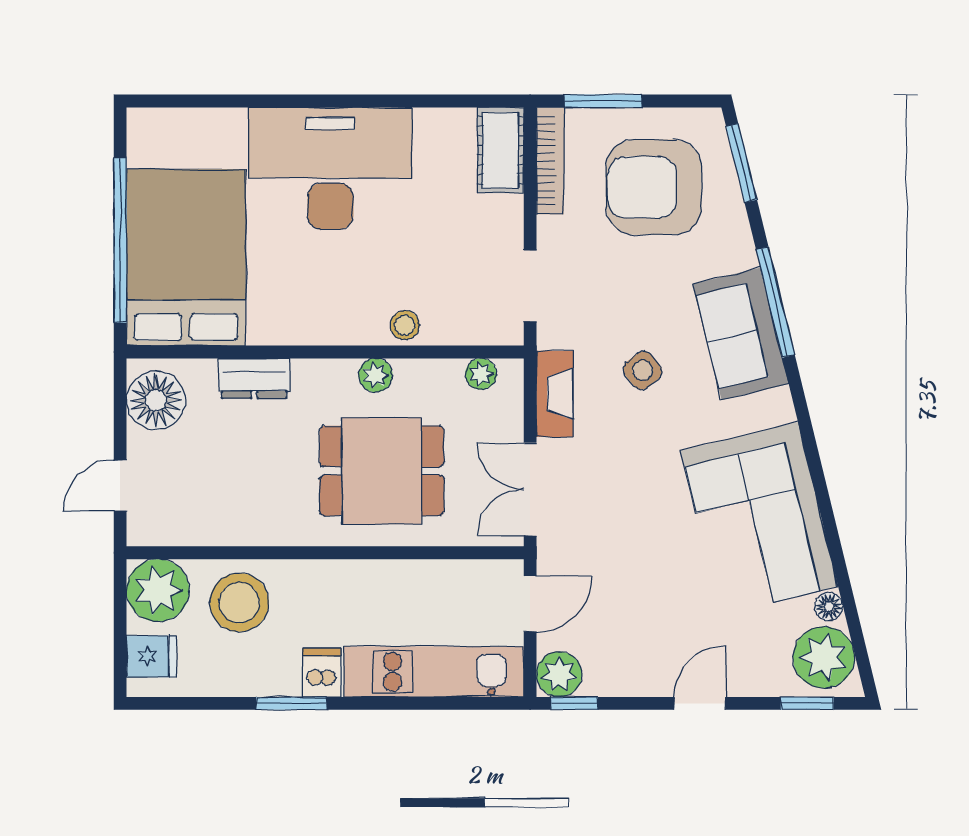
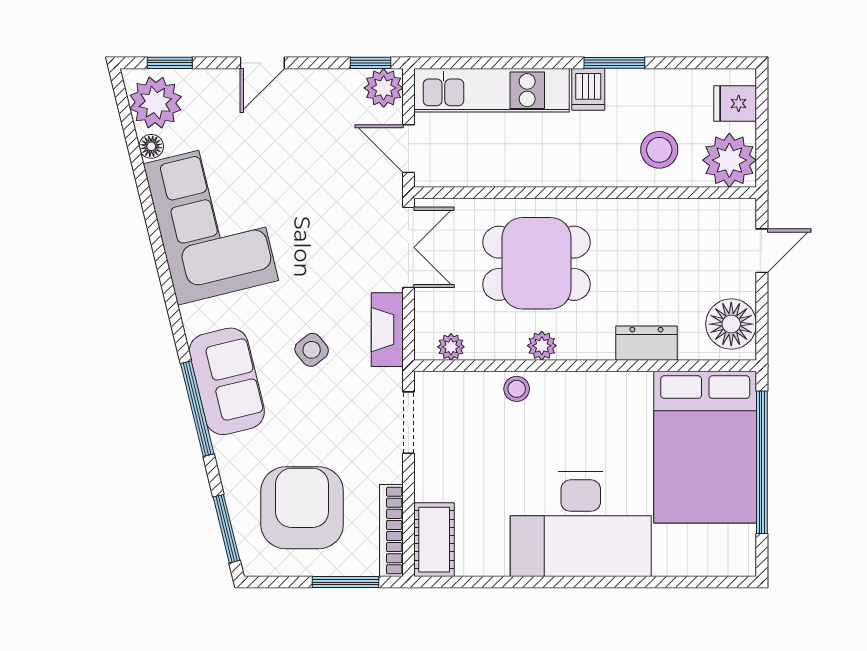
armchair: (654, 187) -> (302, 508), turned -90
stool: (239, 602) -> (659, 150), width x0.73, depth x0.73
door: (530, 604) -> (409, 149), hinge flipped

